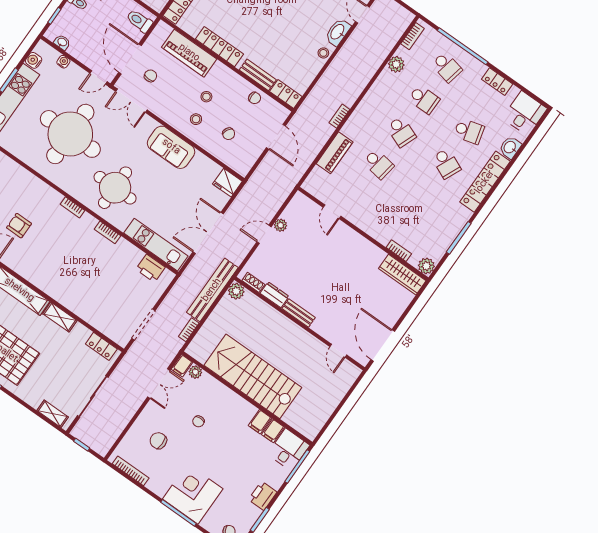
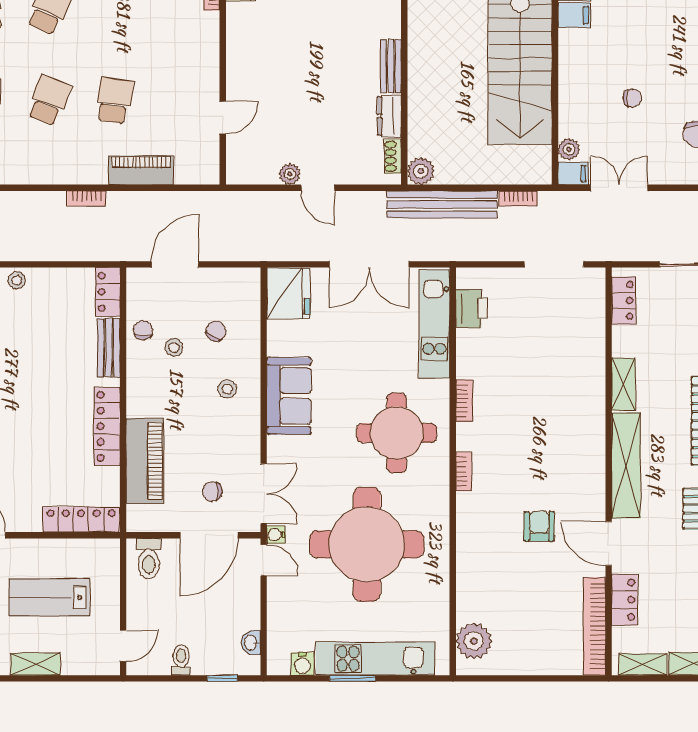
water cooler: (63, 62) -> (276, 535), moved
stool: (206, 97) -> (174, 348), moved
fridge: (227, 183) -> (288, 293), width x1.36, depth x1.34
armchair: (19, 226) -> (539, 526), turned 180

